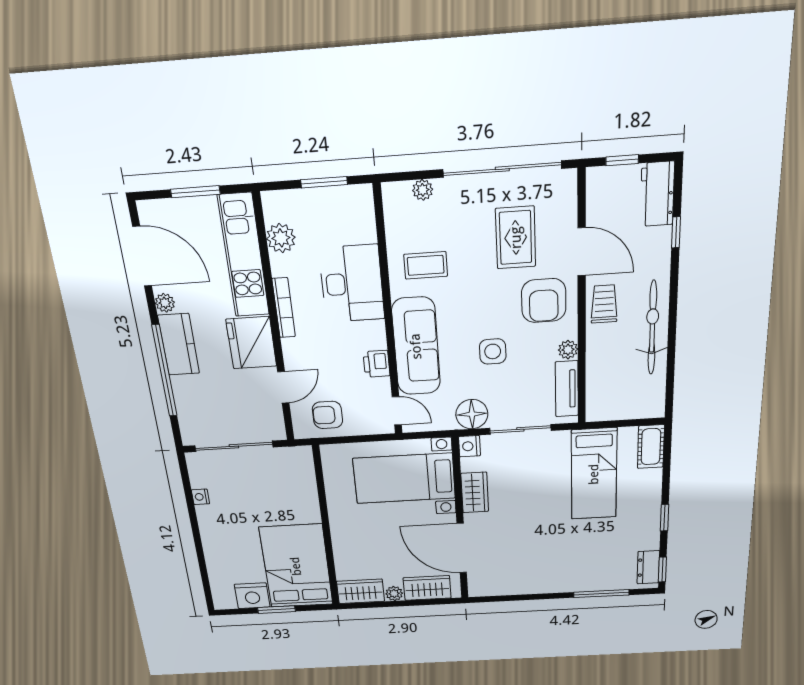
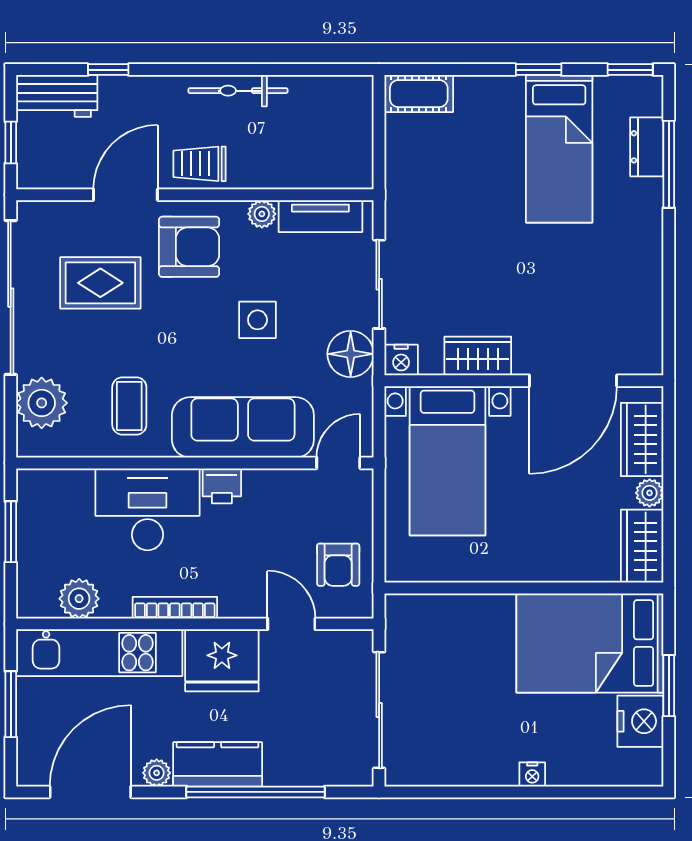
plant: (423, 190) -> (42, 403), width x1.87, depth x1.87
bicycle: (652, 328) -> (238, 91), width x0.73, depth x0.71
printer: (376, 364) -> (222, 486), moved
bed: (594, 474) -> (559, 149), moved, turned 90
nightstand: (200, 497) -> (532, 774), moved
dresser: (648, 567) -> (647, 147), moved, turned 90

